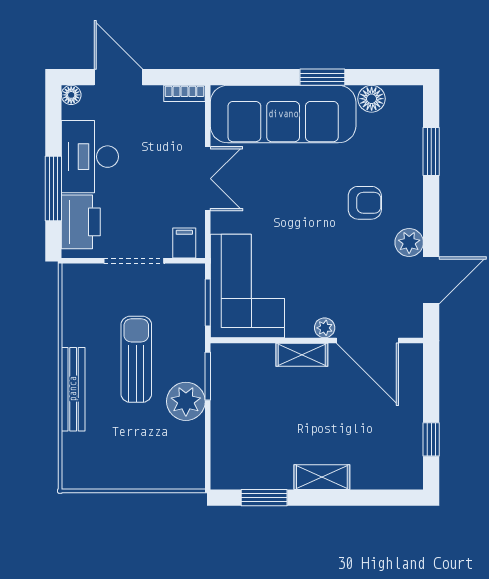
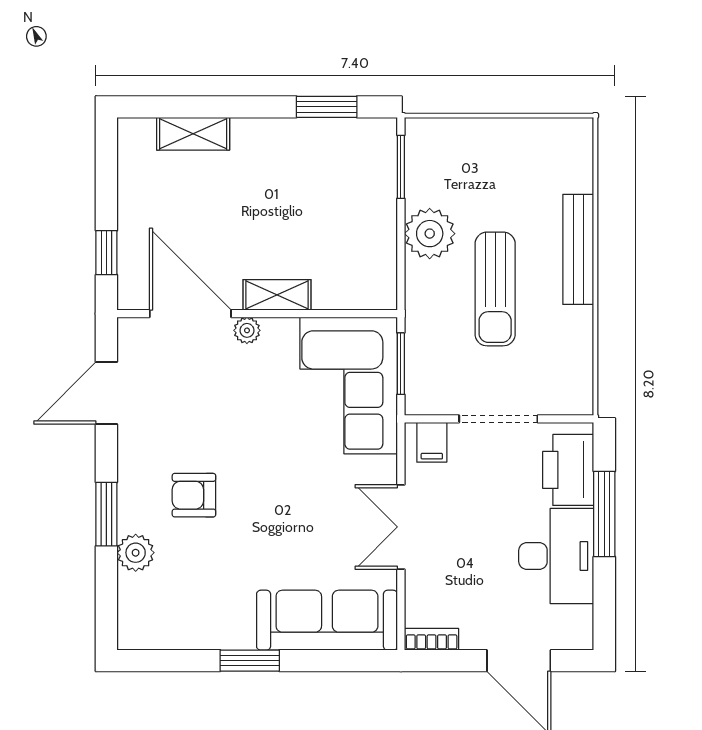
floor lamp: (71, 95) -> (581, 637), removed
floor lamp: (372, 99) -> (185, 632), removed
sofa: (283, 114) -> (327, 620), width x0.74, depth x0.79
window: (431, 151) -> (106, 514), moved
plant: (409, 243) -> (136, 553), moved
window: (208, 376) -> (401, 167), moved
window: (431, 439) -> (106, 253), moved
shelving: (322, 477) -> (193, 134), moved

